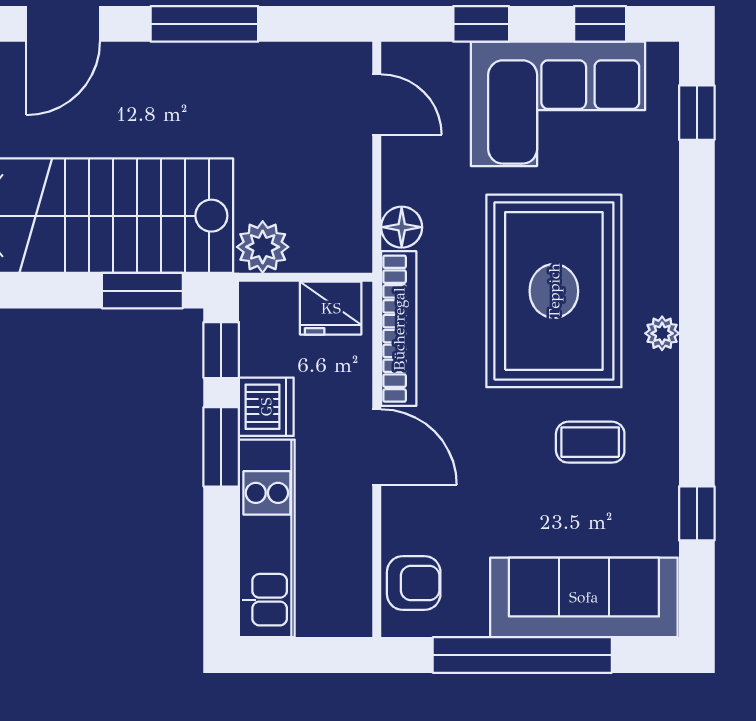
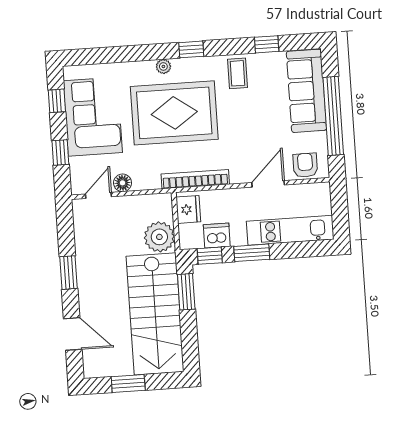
window: (204, 24) -> (69, 273), width x0.69
window: (697, 113) -> (191, 49), moved
floor lamp: (402, 227) -> (123, 183), moved
plant: (263, 247) -> (159, 237), width x1.36, depth x1.36
plant: (662, 333) -> (163, 66), moved
dishwasher: (266, 407) -> (217, 236), moved
coffee table: (590, 442) -> (238, 73), moved
door: (377, 447) -> (268, 184), moved

